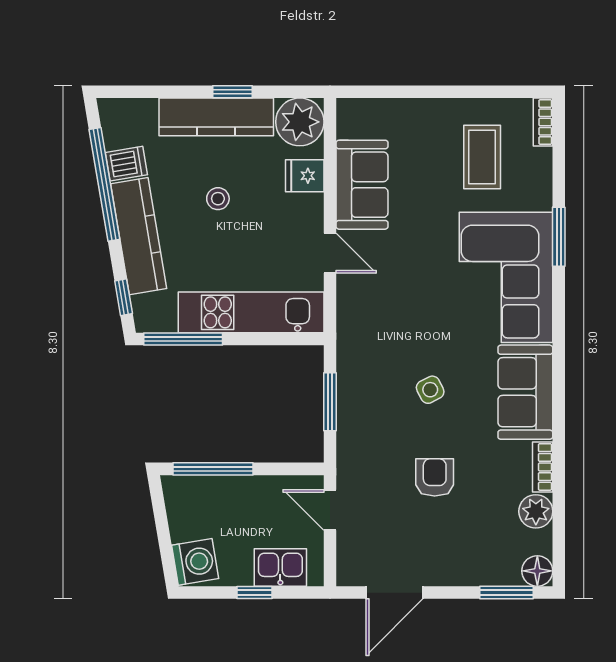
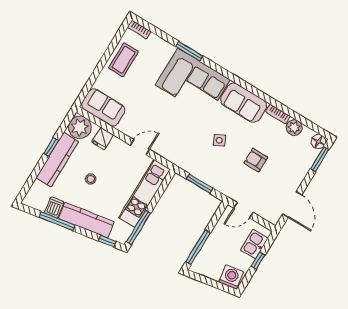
coffee table: (482, 157) -> (123, 60), moved, turned 90
window: (104, 184) -> (57, 221), width x0.68
sofa: (362, 185) -> (103, 107), moved

